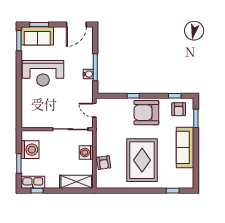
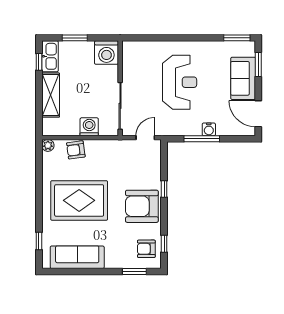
sofa: (37, 36) -> (243, 78), moved
reception desk: (43, 73) -> (180, 82), moved, turned 180
water cooler: (88, 74) -> (209, 129), moved
armchair: (146, 113) -> (142, 206), turned -90
sofa: (185, 147) -> (77, 257), moved
washing machine: (30, 150) -> (106, 53), moved
shelving: (76, 182) -> (51, 95), moved
plant: (100, 184) -> (48, 145), added

